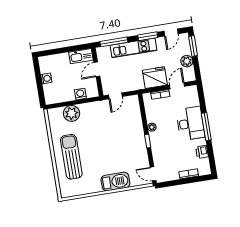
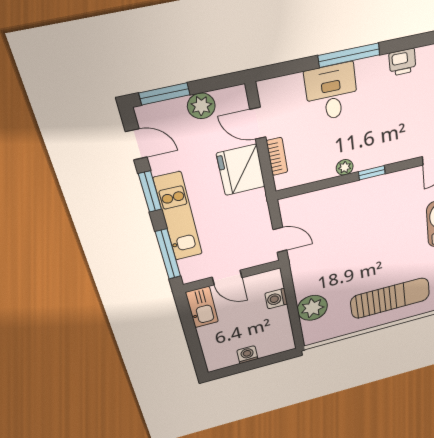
desk: (190, 123) -> (332, 92), width x0.73
sun lounger: (71, 157) -> (390, 298), turned 180

